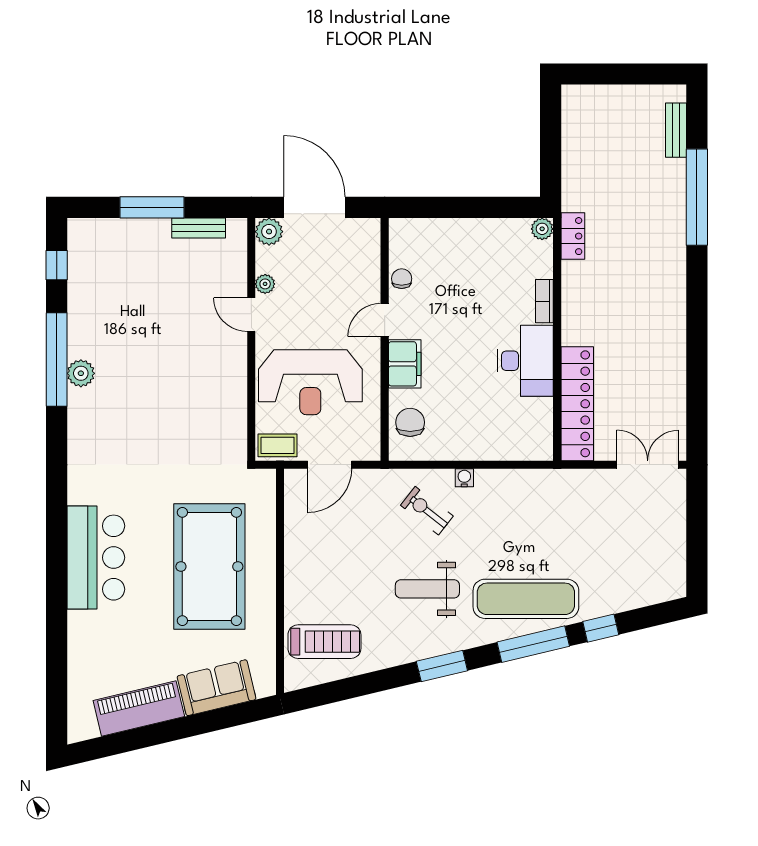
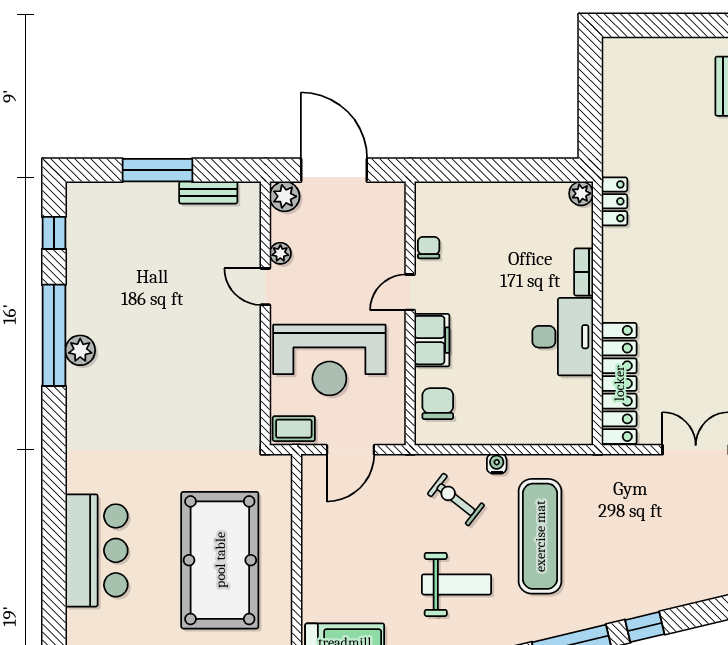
weight bench: (427, 589) -> (457, 584), turned 180
exercise mat: (526, 599) -> (540, 536), moved, turned 90

